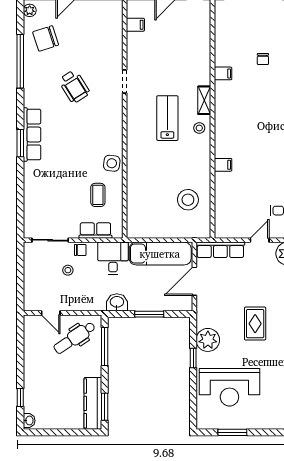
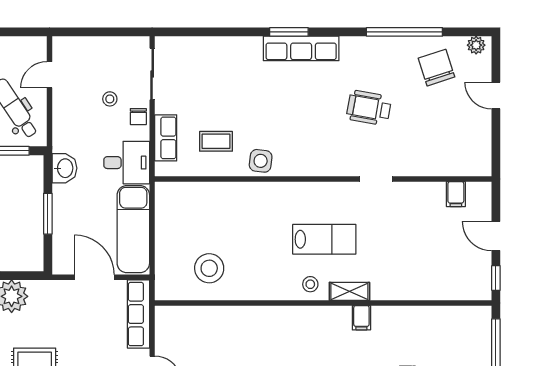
filing cabinet: (223, 73) -> (361, 318), moved
wheelchair: (74, 86) -> (369, 108), turned 42
filing cabinet: (223, 165) -> (258, 318), removed

